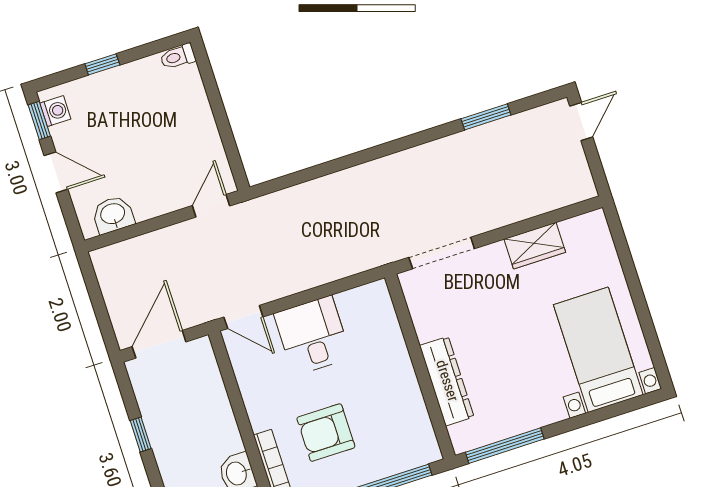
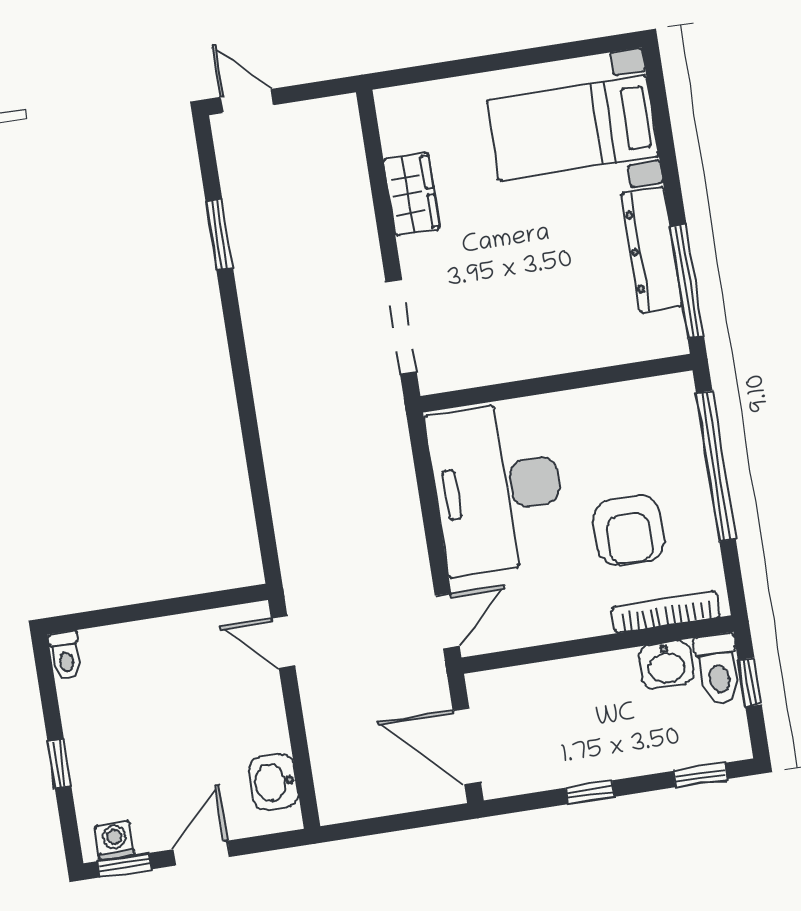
desk: (313, 336) -> (497, 488), width x1.87, depth x1.30
dresser: (447, 381) -> (652, 250), moved, turned -90

